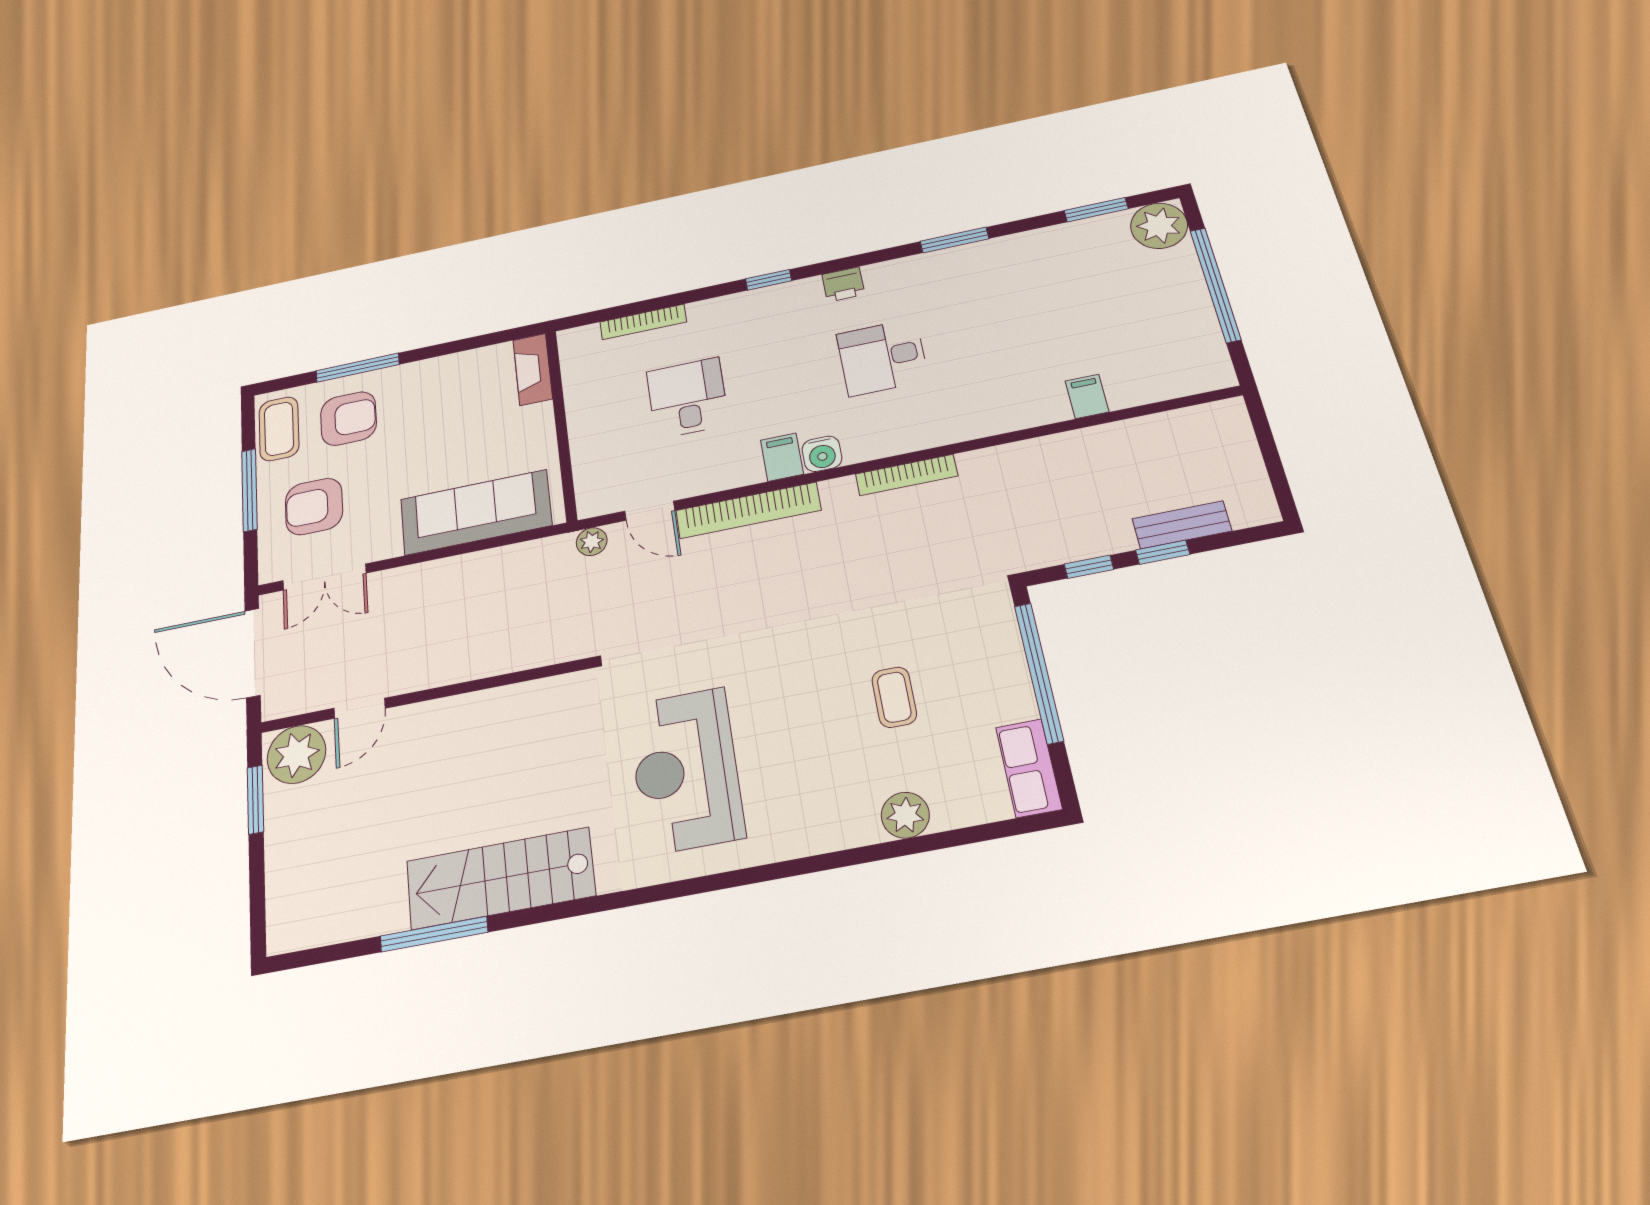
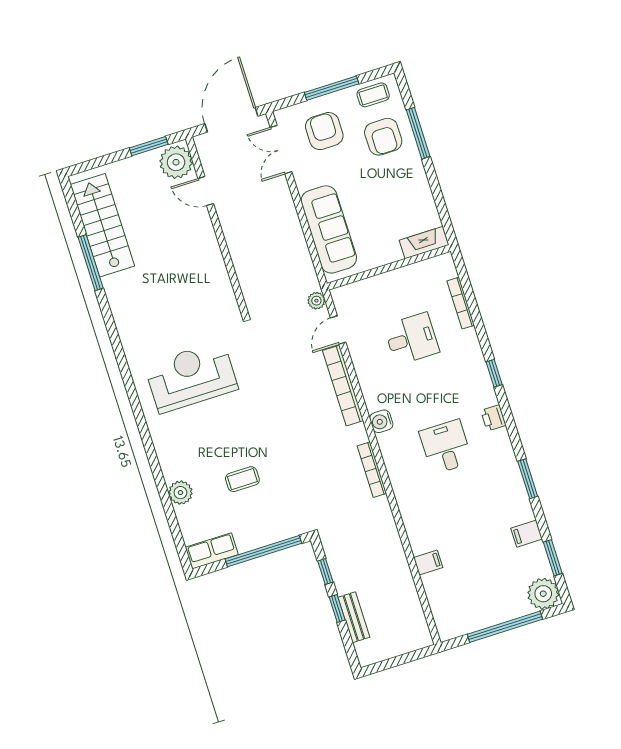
coffee table: (279, 429) -> (373, 95), width x0.73, depth x0.77
filing cabinet: (782, 457) -> (527, 534), moved, turned 180
stairs: (500, 878) -> (102, 225), moved

